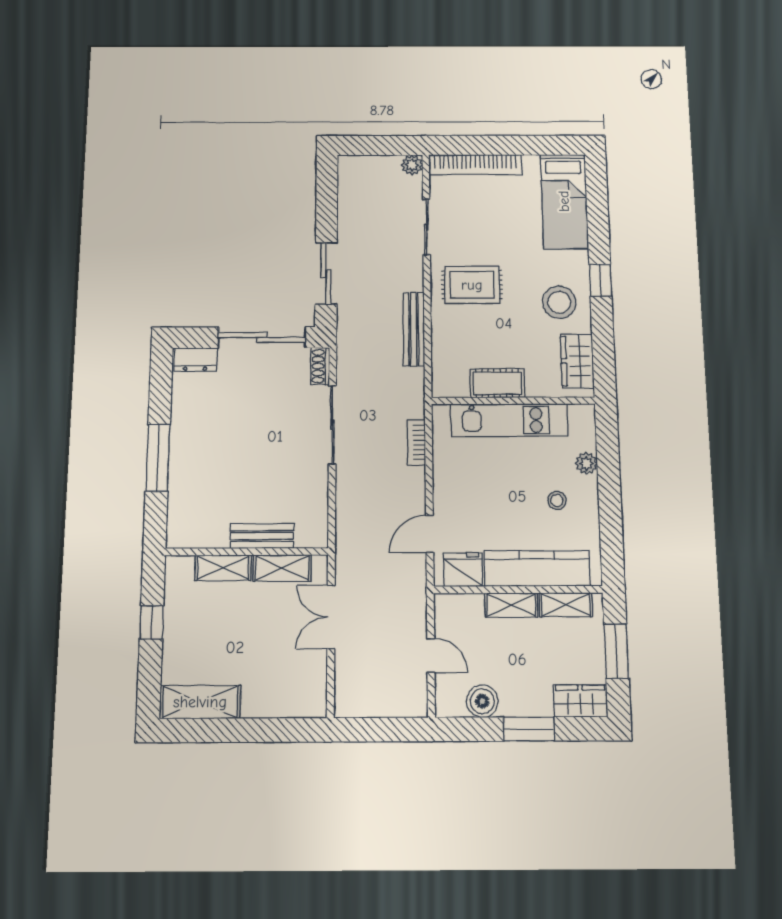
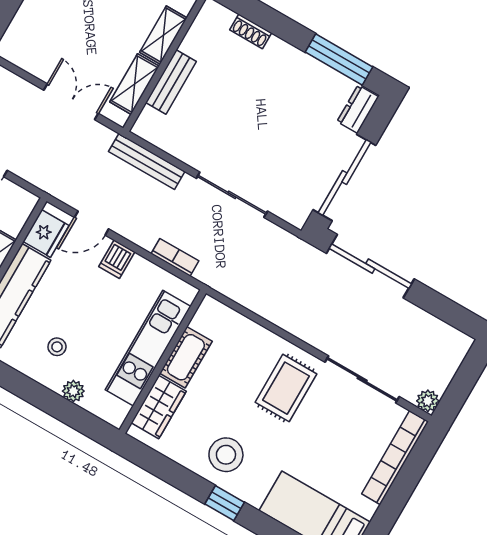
sliding door: (426, 227) -> (362, 379), width x1.37
sliding door: (326, 273) -> (370, 266), width x1.37
bench: (414, 329) -> (147, 161), moved
wardrobe: (577, 361) -> (159, 407), moved, turned 90
shoe rack: (320, 366) -> (251, 31), moved, turned 180
window: (158, 458) -> (339, 59), moved
dishwasher: (448, 493) -> (117, 259), added
door: (430, 534) -> (92, 223), swing flipped

